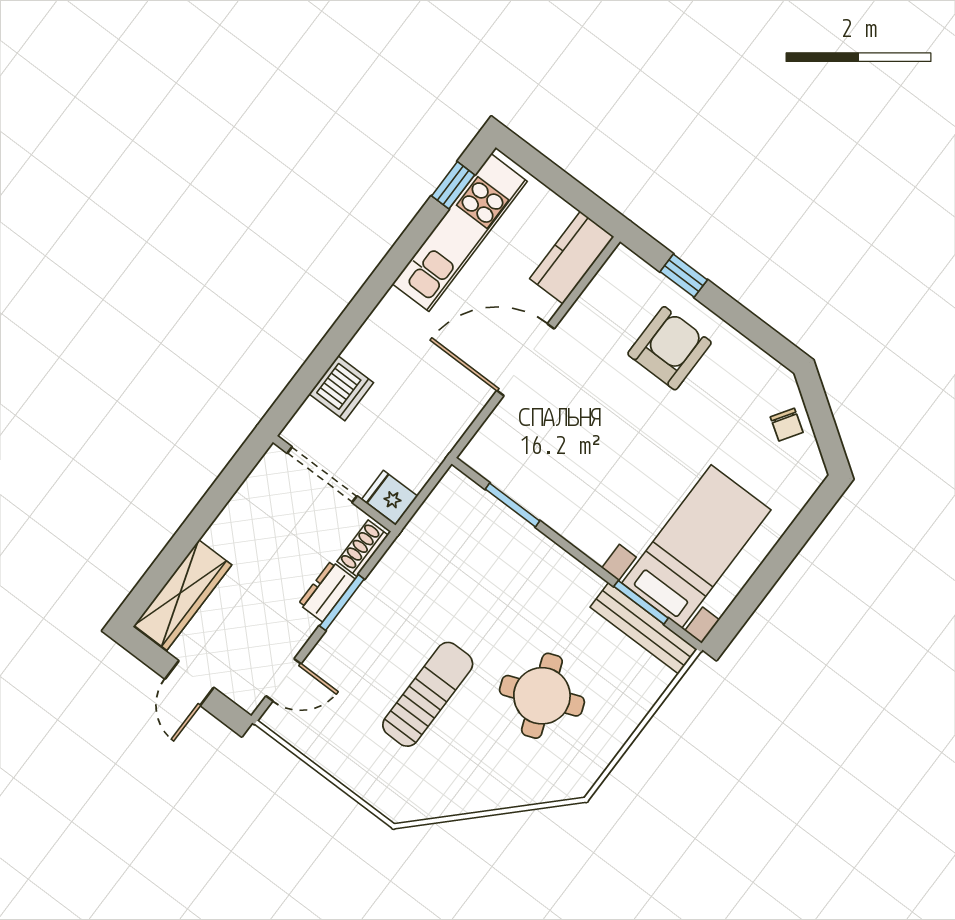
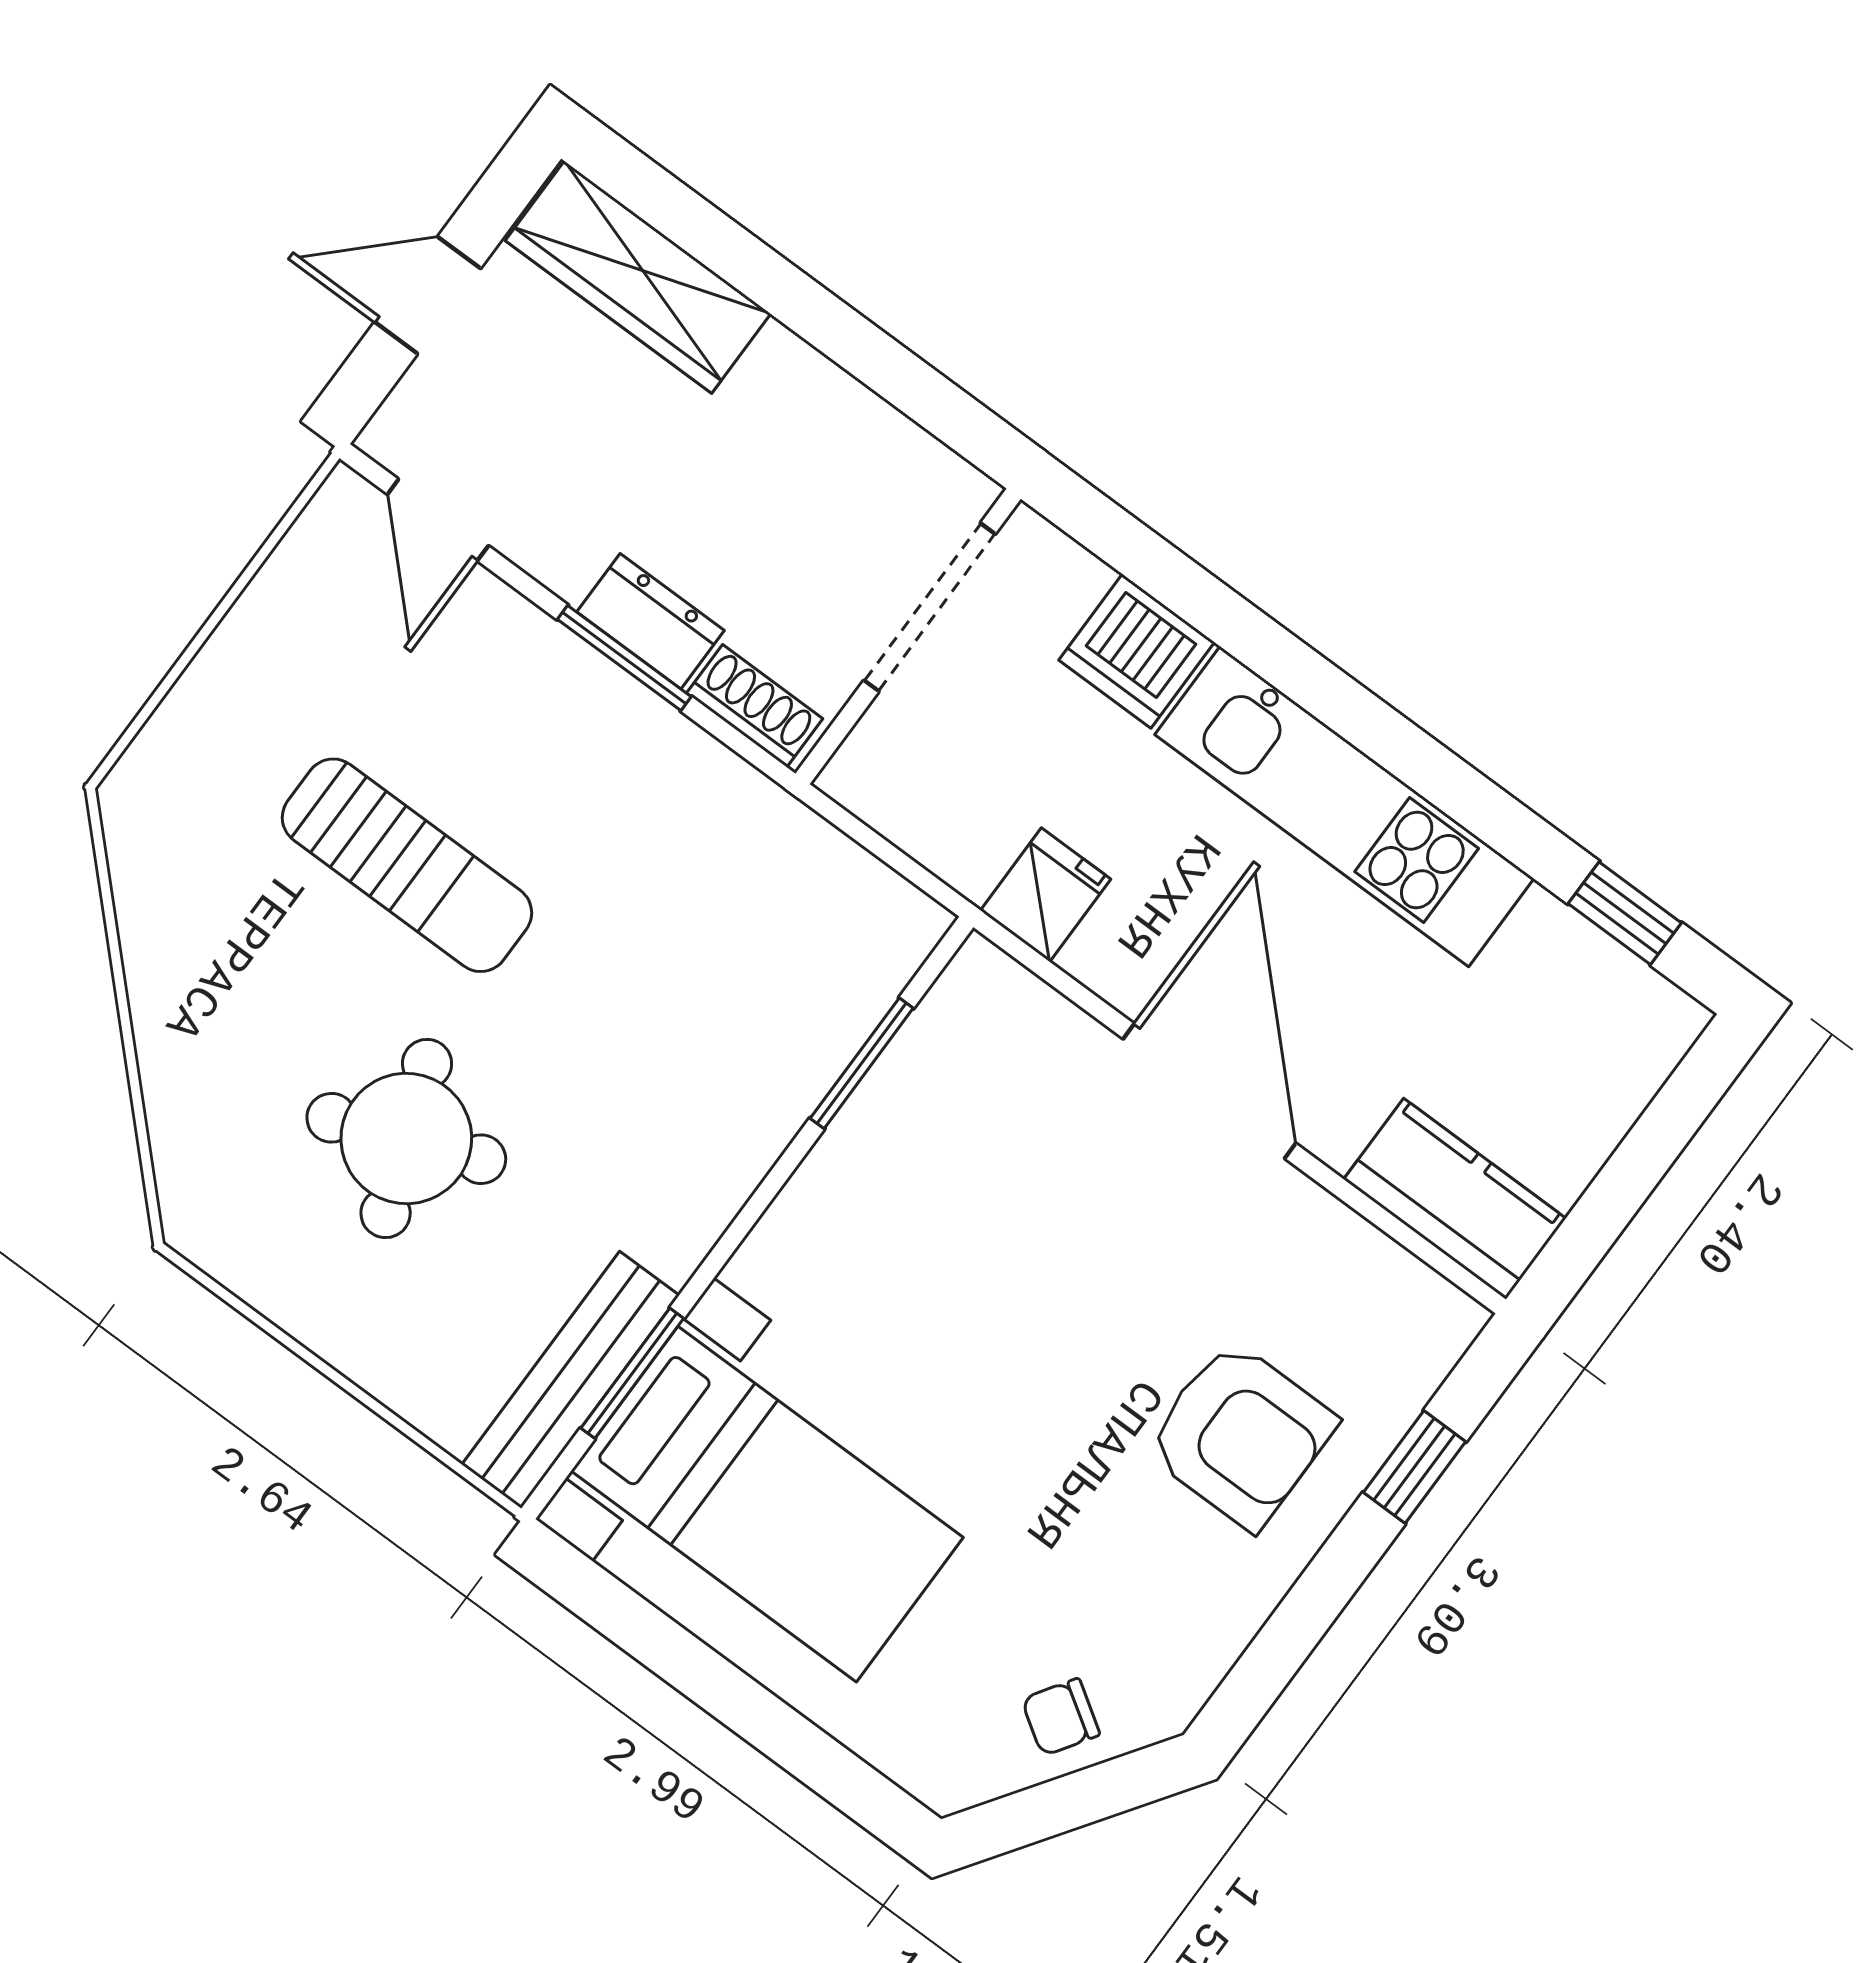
kitchen unit: (460, 233) -> (1344, 807), moved
fridge: (390, 498) -> (1046, 895), moved

